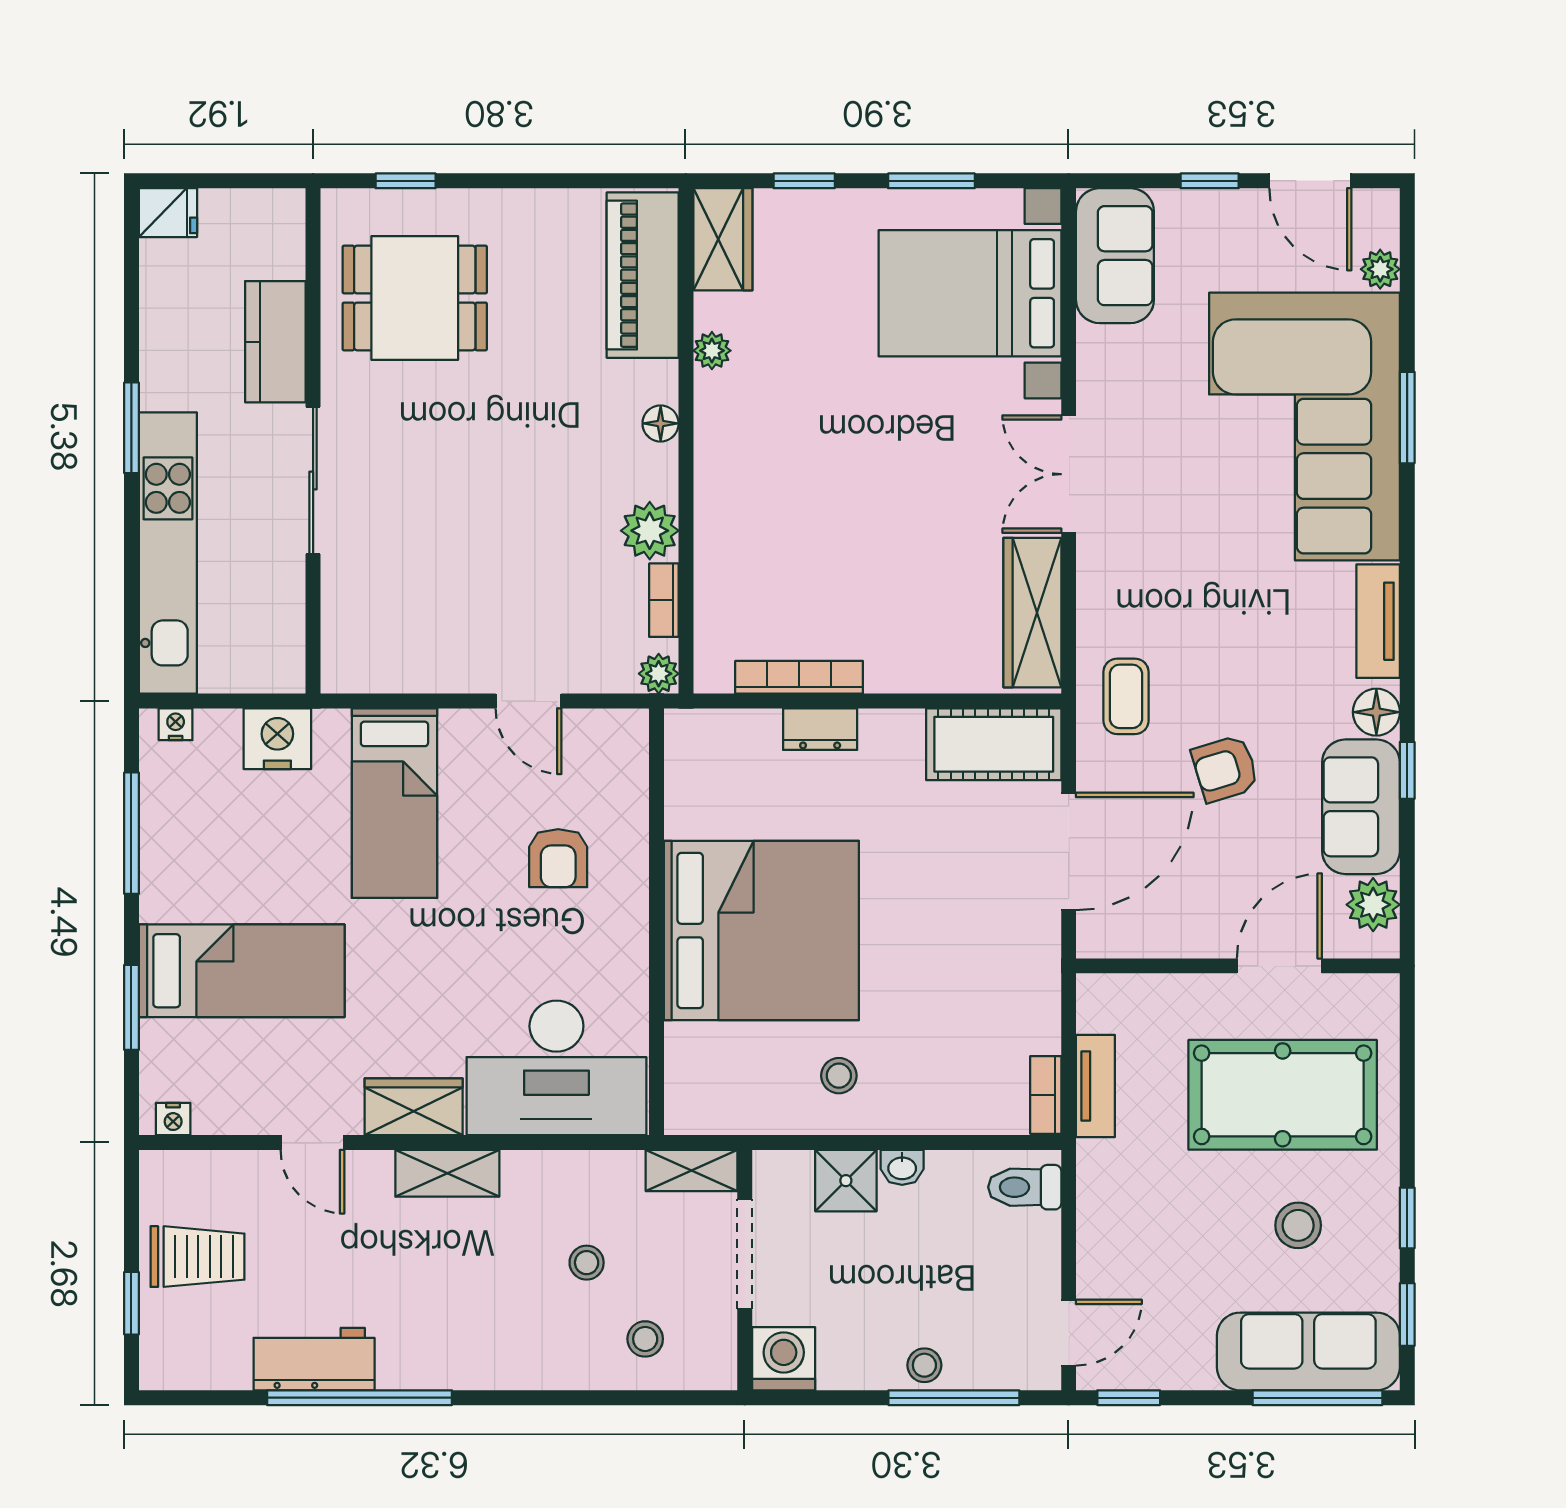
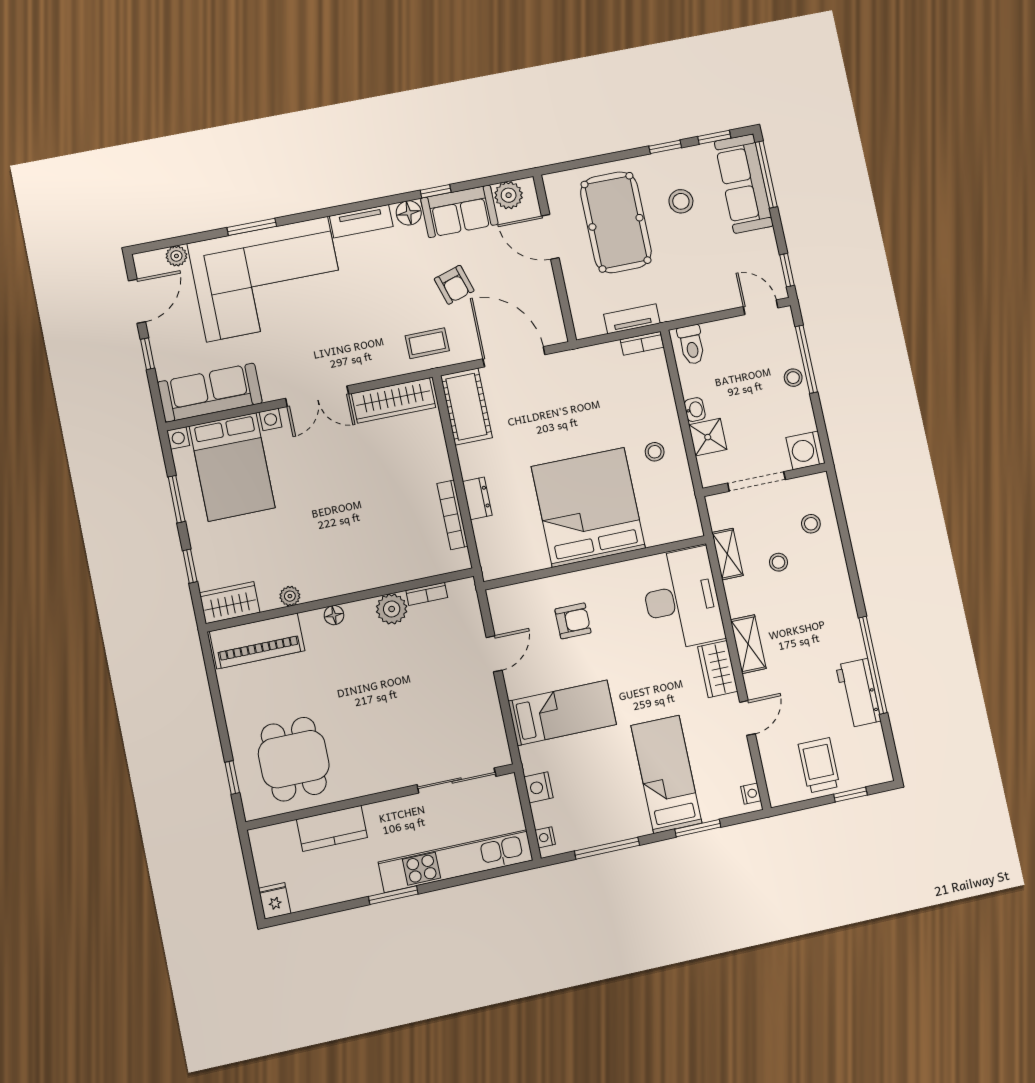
sofa: (1115, 256) -> (210, 393), width x1.36
sliding door: (313, 481) -> (457, 780), moved
plant: (659, 674) -> (466, 589), removed
nightstand: (277, 739) -> (538, 787), width x0.74, depth x0.75
shelving: (692, 1171) -> (727, 554), moved

